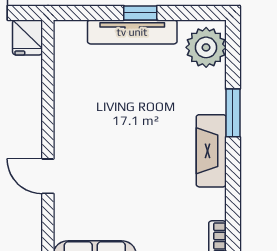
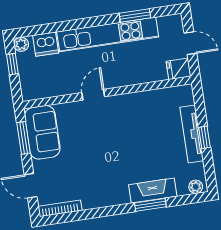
plant: (206, 47) -> (196, 187), width x0.53, depth x0.53
fireplace: (211, 151) -> (153, 191), moved

